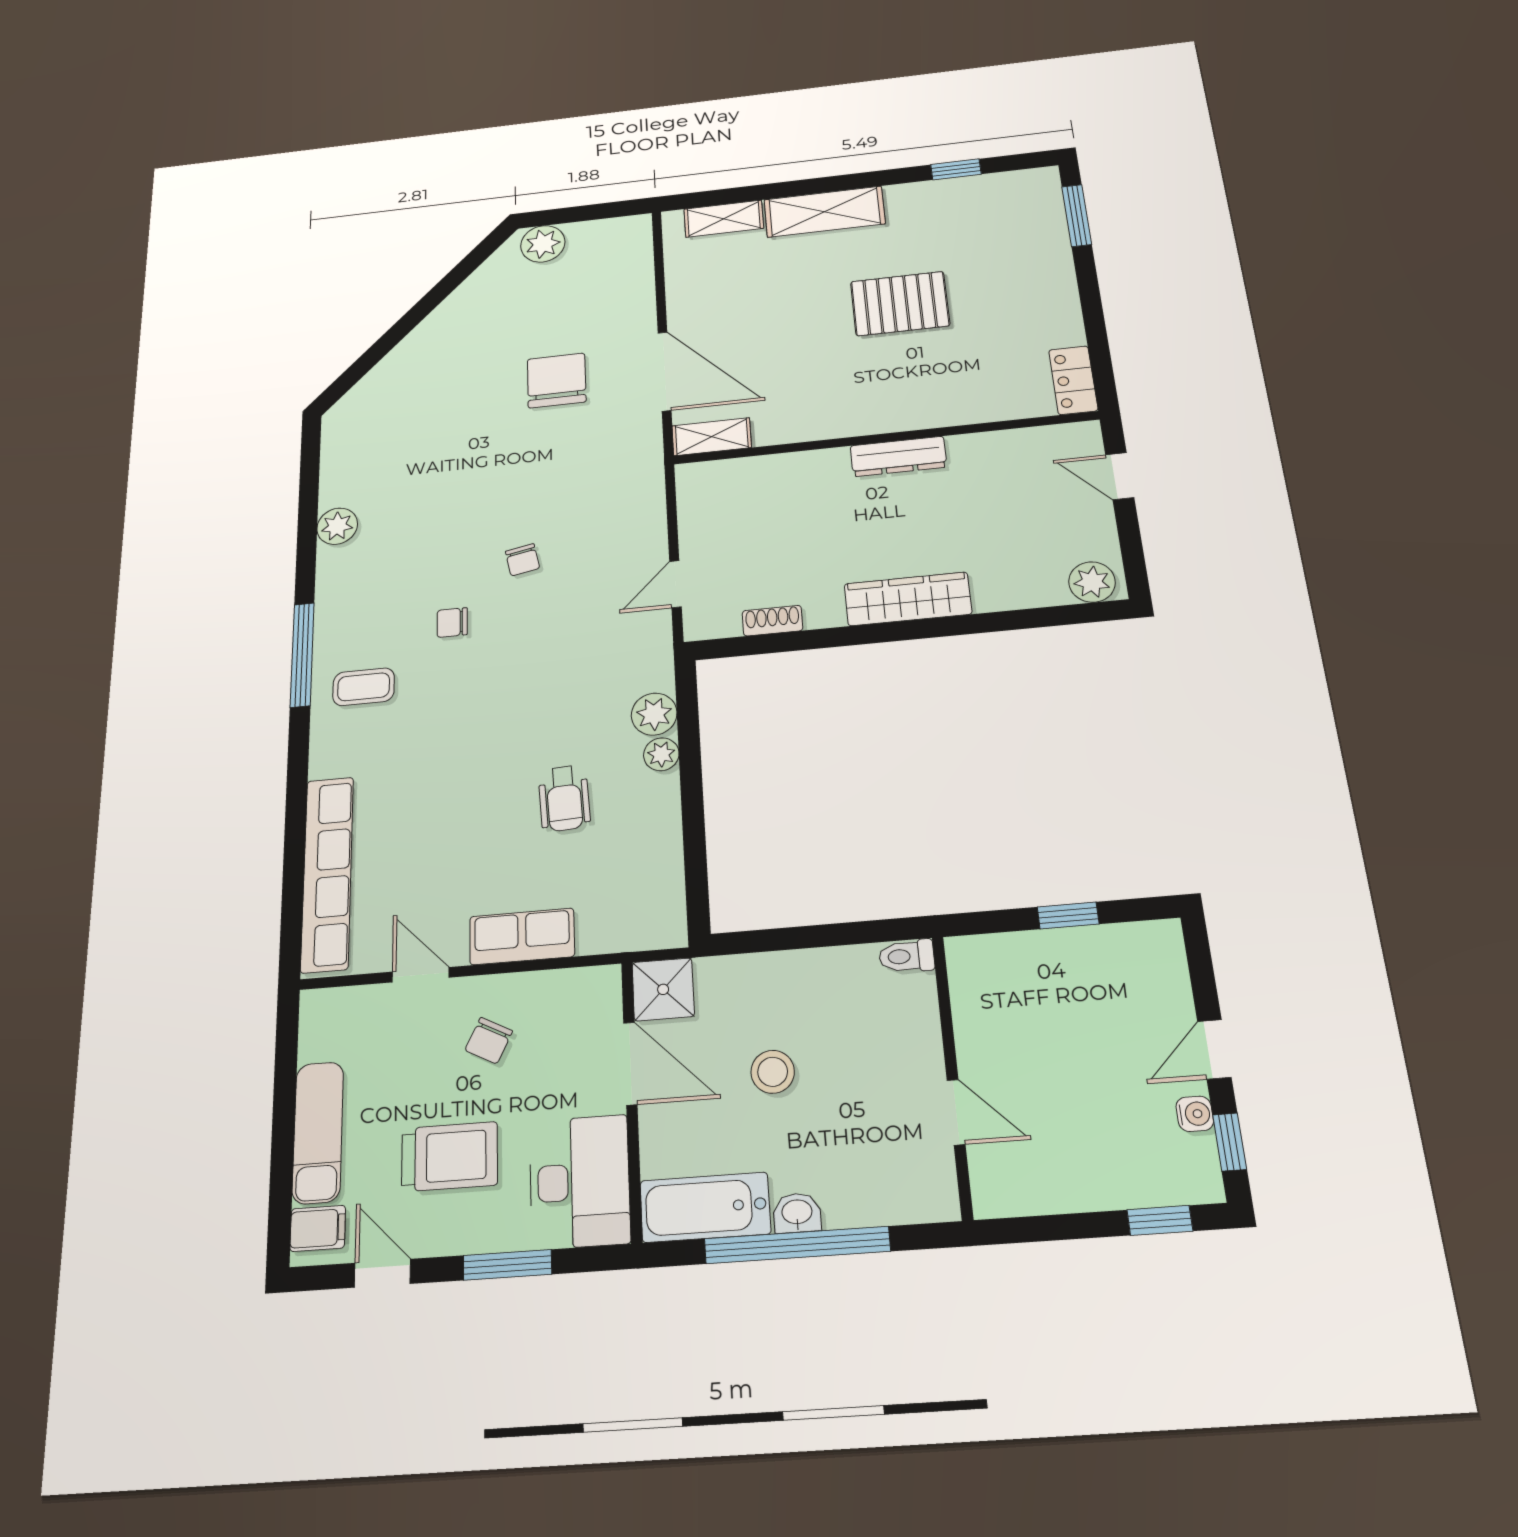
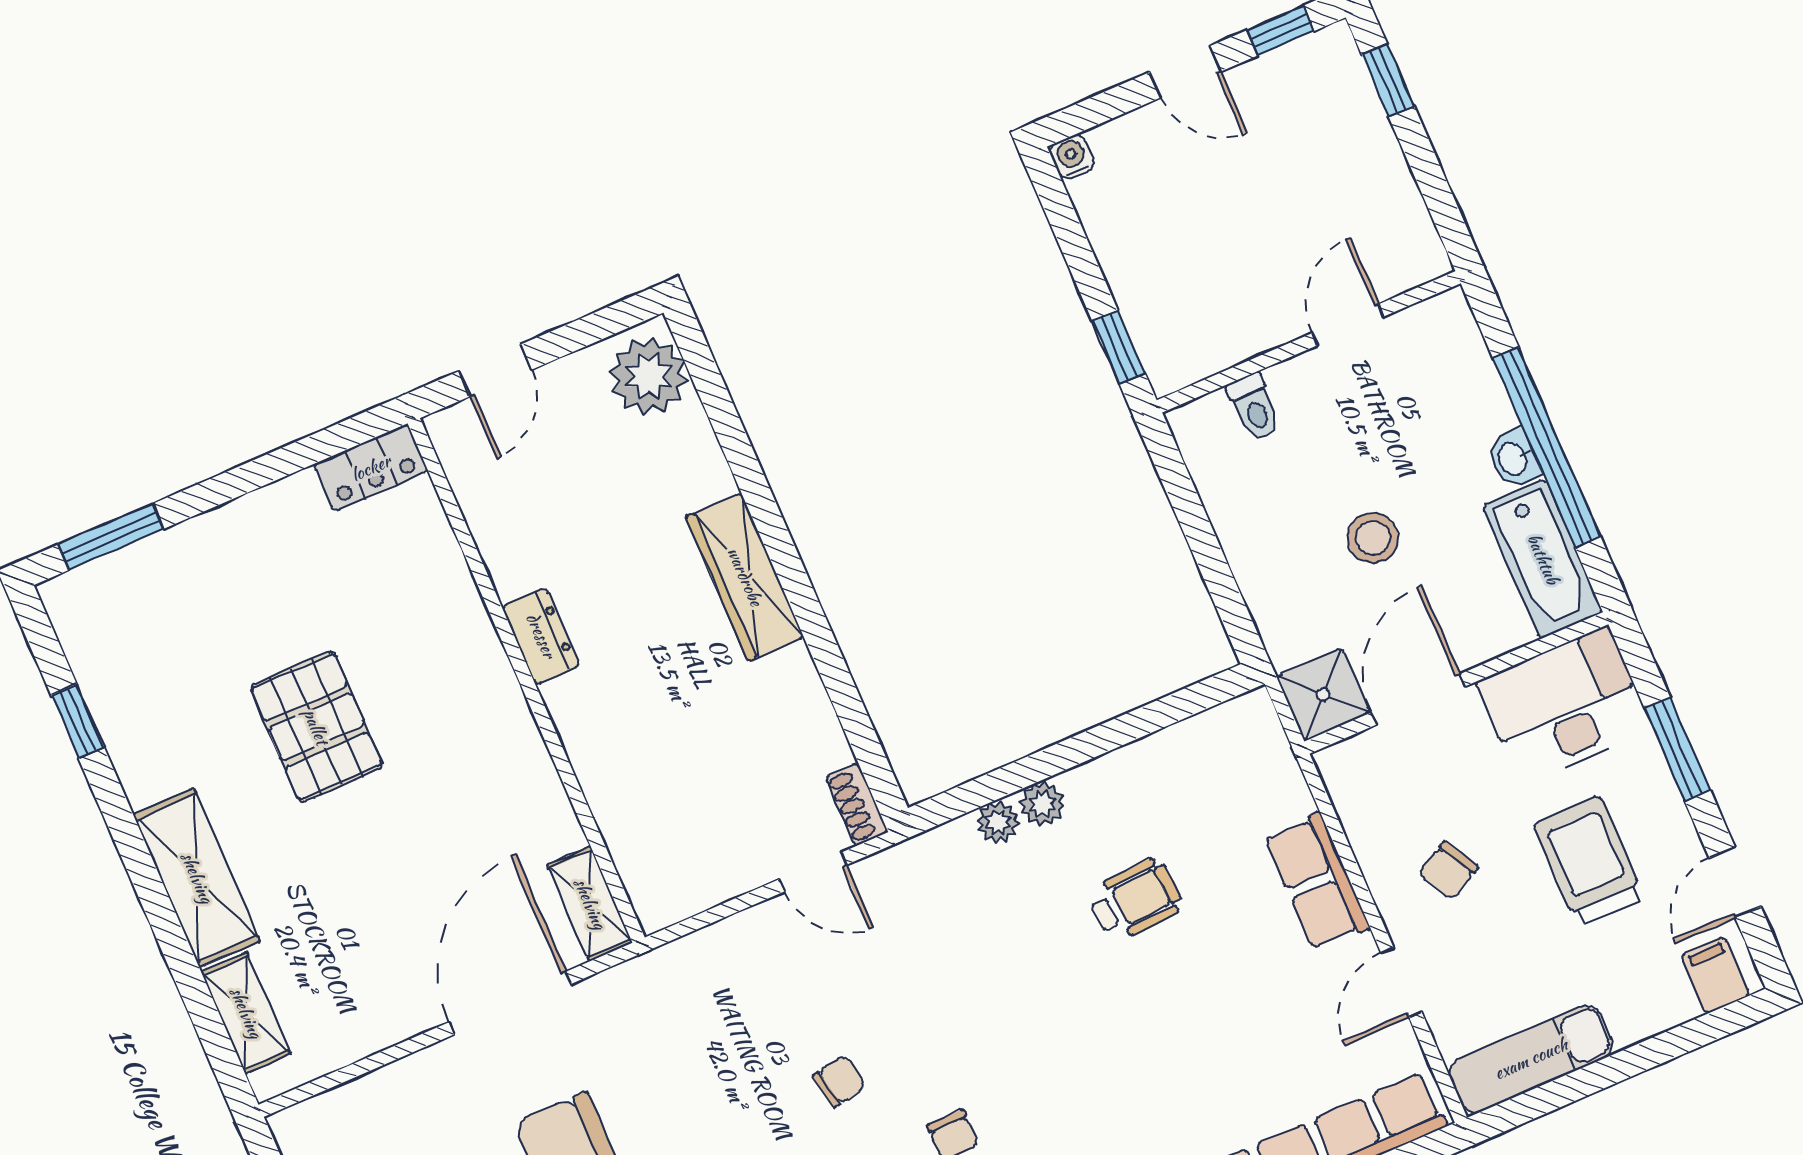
dresser: (898, 456) -> (541, 636), width x0.70
plant: (1092, 582) -> (648, 376), width x1.36, depth x1.36
shoe rack: (772, 621) -> (856, 805), moved
plant: (654, 714) -> (998, 822), width x0.73, depth x0.73
window: (1068, 915) -> (1119, 347), moved
toilet: (907, 956) -> (1254, 407), moved
chair: (489, 1041) -> (1448, 871), turned 124
water cooler: (1195, 1114) -> (1072, 157), moved
exam couch: (318, 1132) -> (1531, 1059), moved

